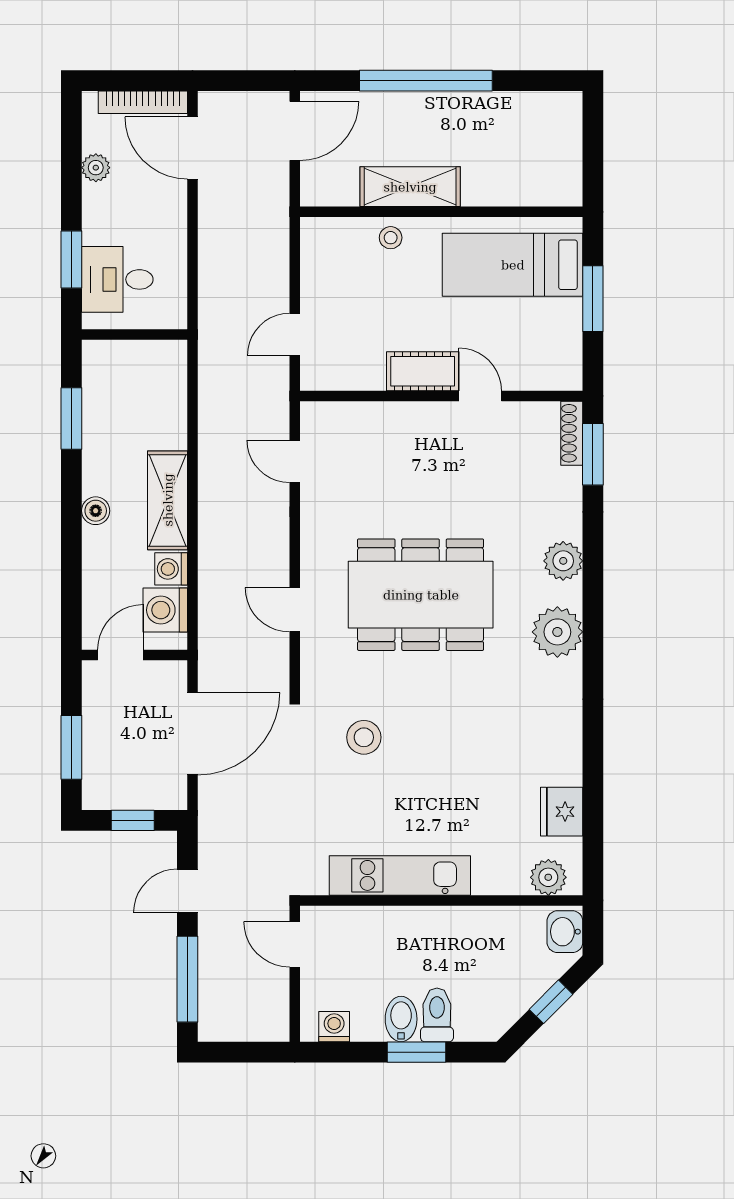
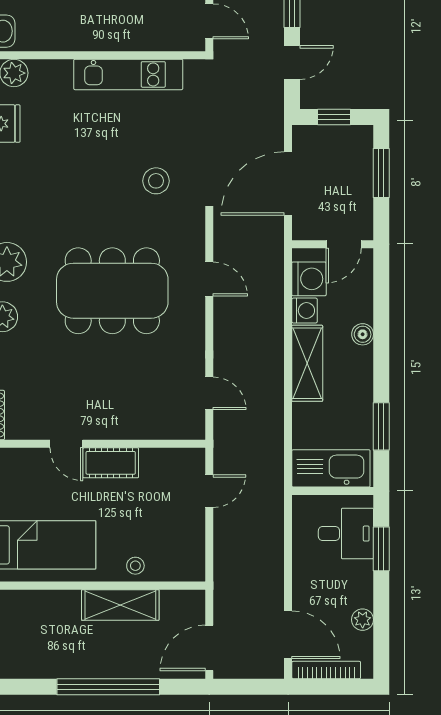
kitchen sink: (137, 364) -> (331, 468), added
boiler: (96, 511) -> (363, 334), moved

